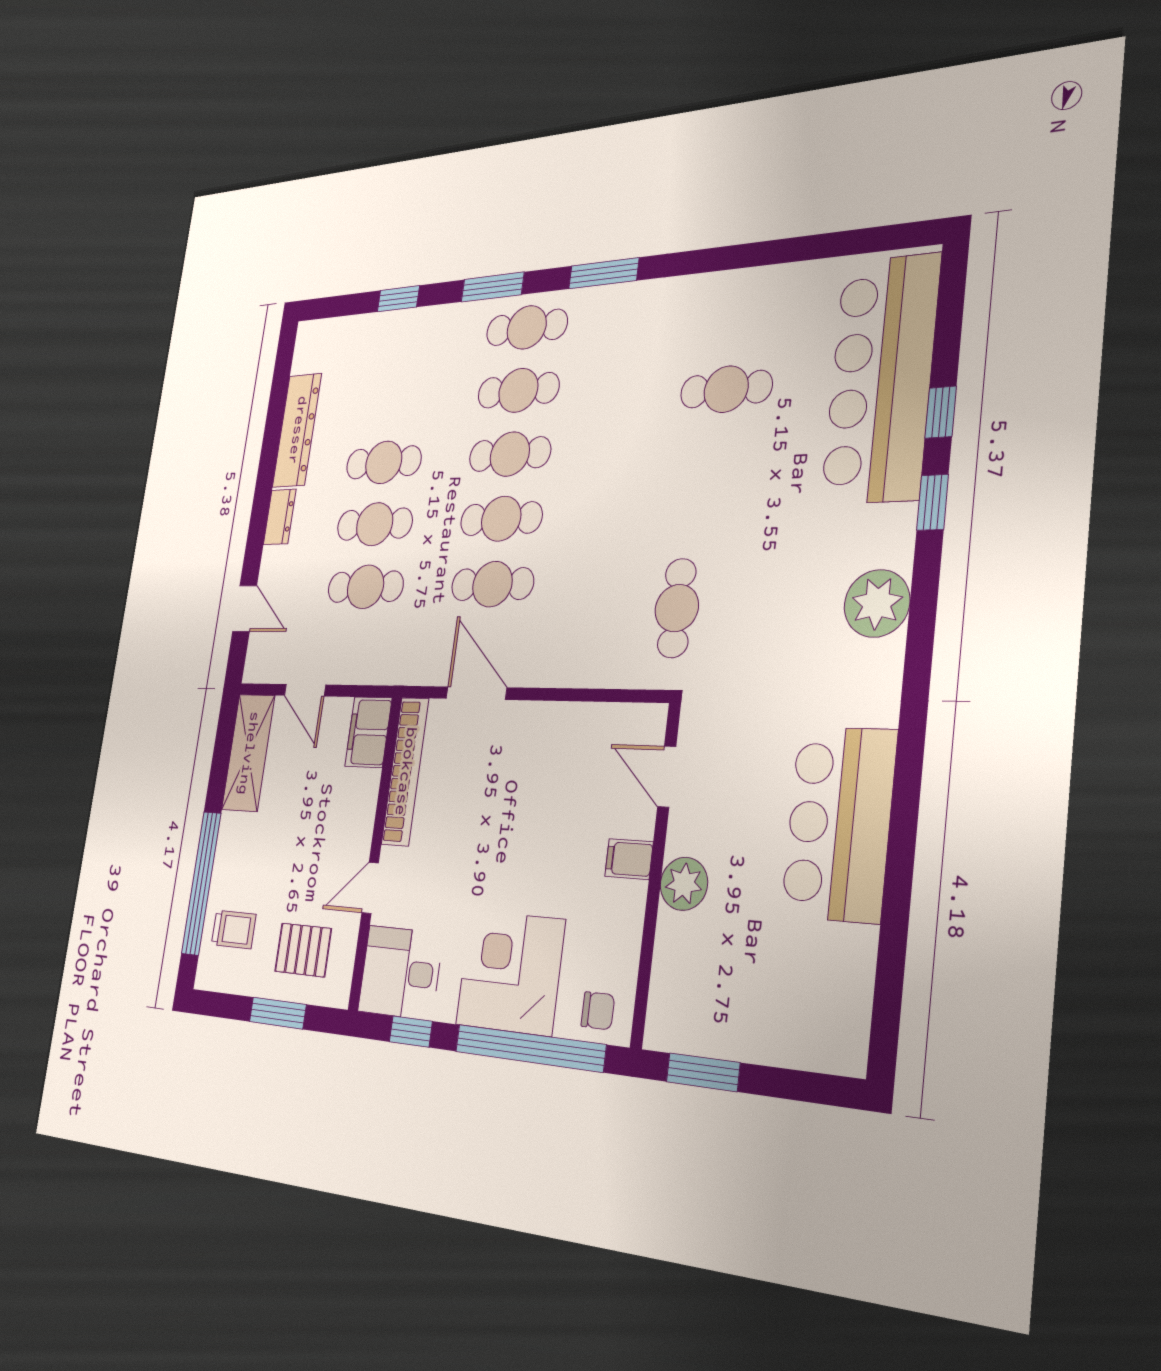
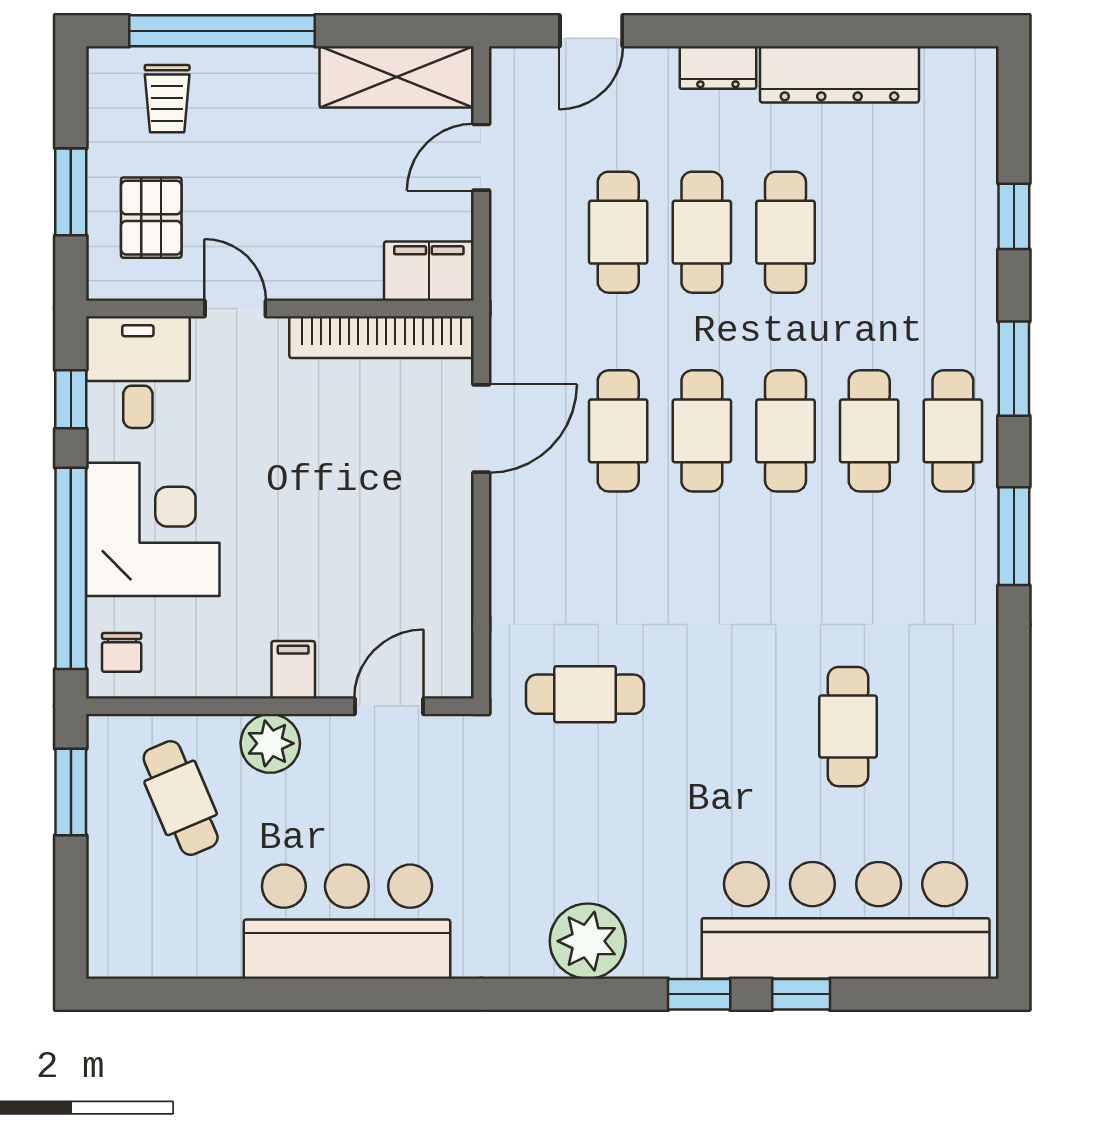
cafe table: (719, 970) -> (181, 798), added

